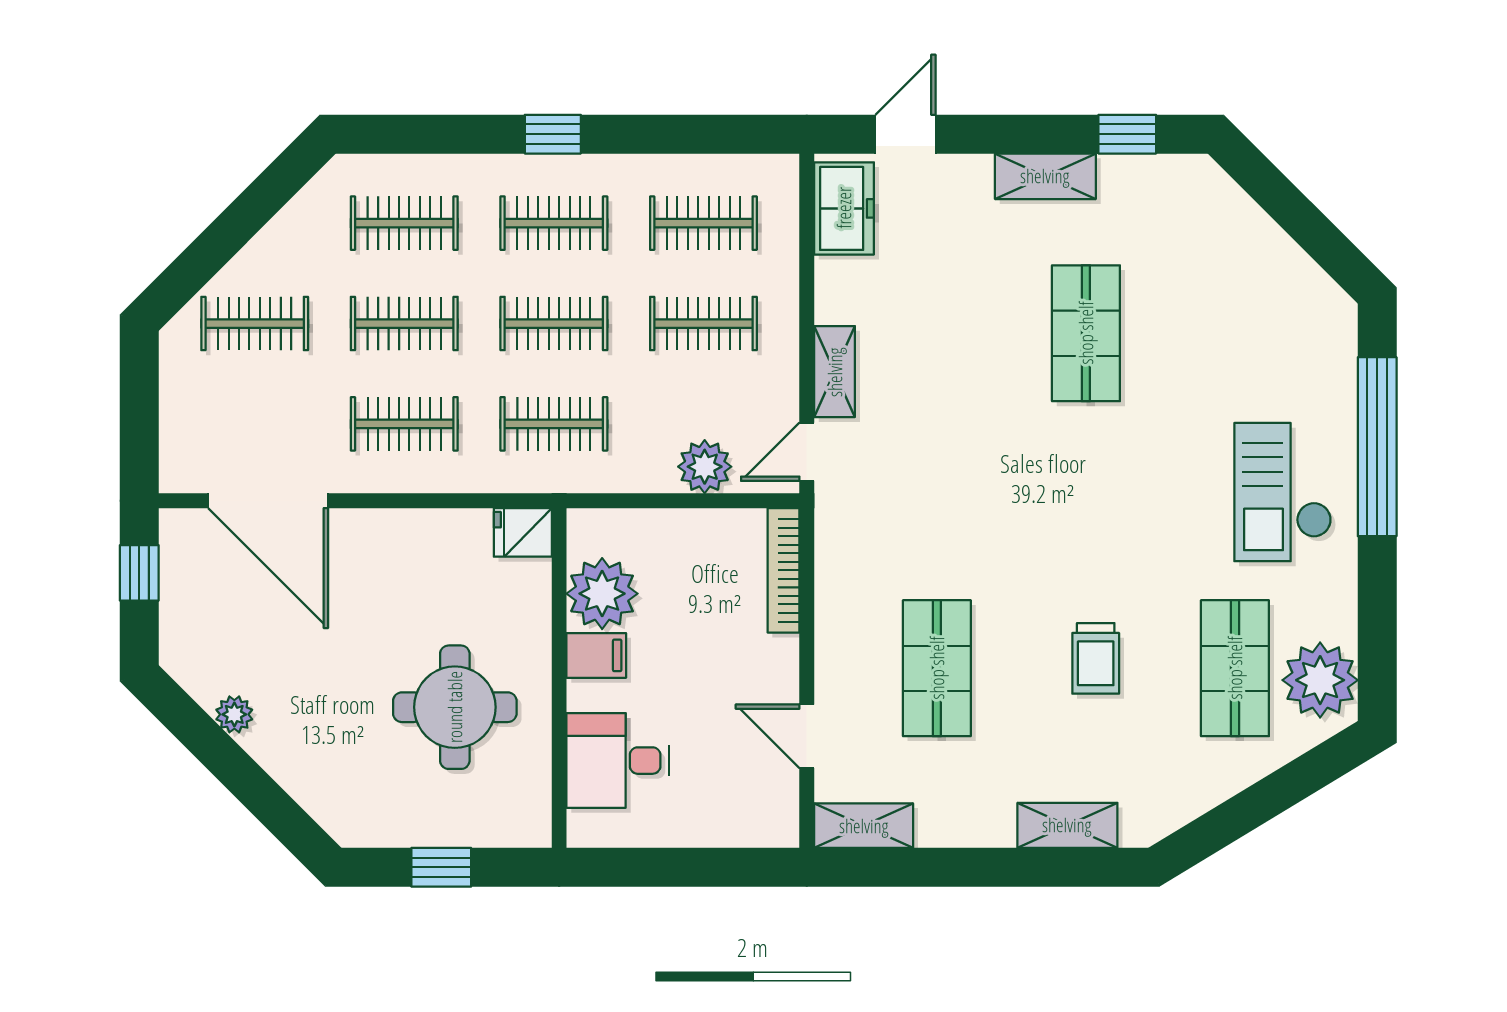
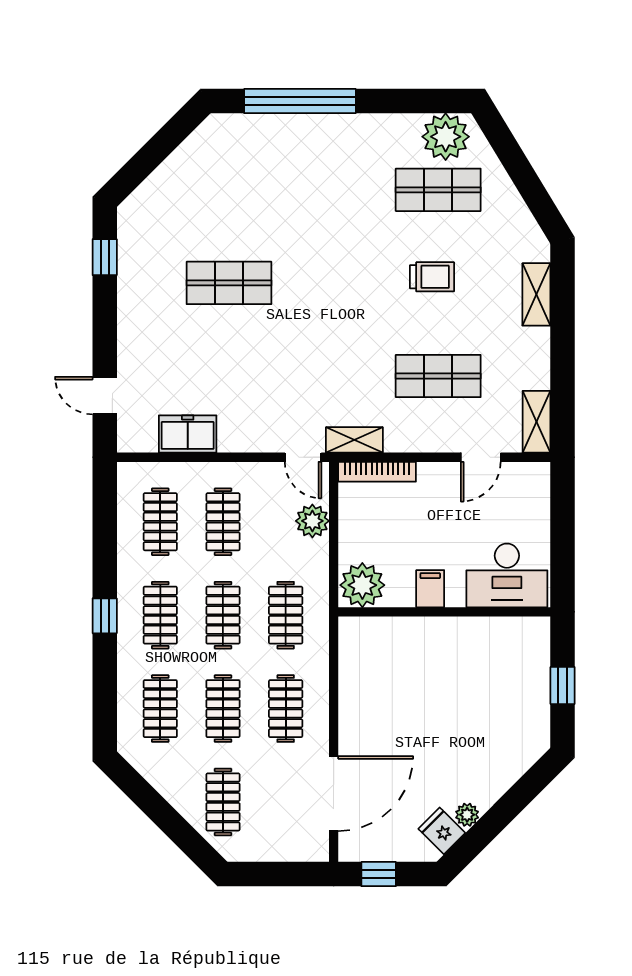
shelving: (1045, 176) -> (131, 308), removed
freezer: (844, 208) -> (188, 434), moved
shelving: (835, 372) -> (354, 440), moved
checkout: (1283, 492) -> (328, 160), removed
fridge: (523, 532) -> (442, 831), moved, turned 135
plant: (602, 594) -> (362, 585), moved
round table: (455, 707) -> (463, 677), removed
desk: (618, 761) -> (507, 575), width x1.37

